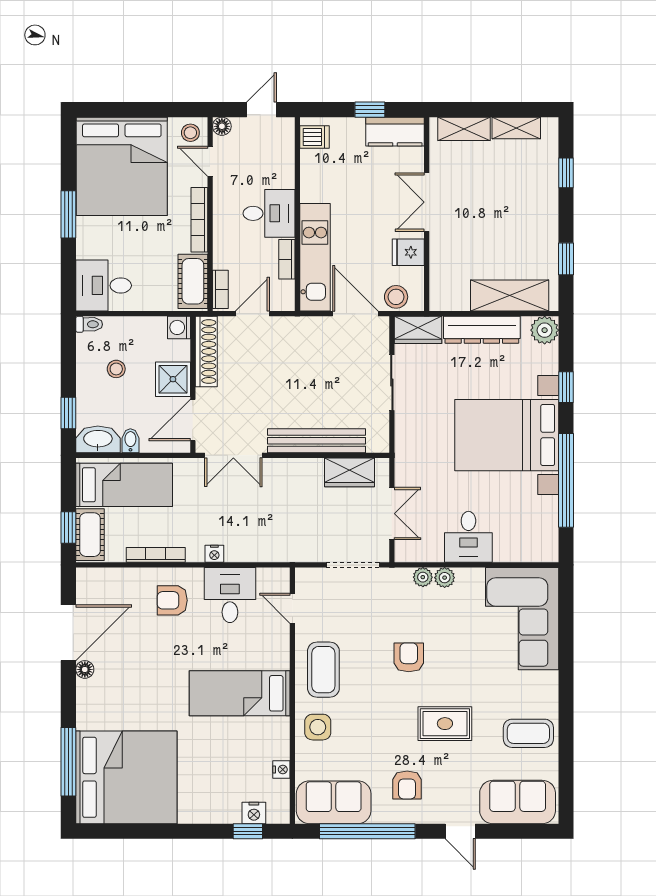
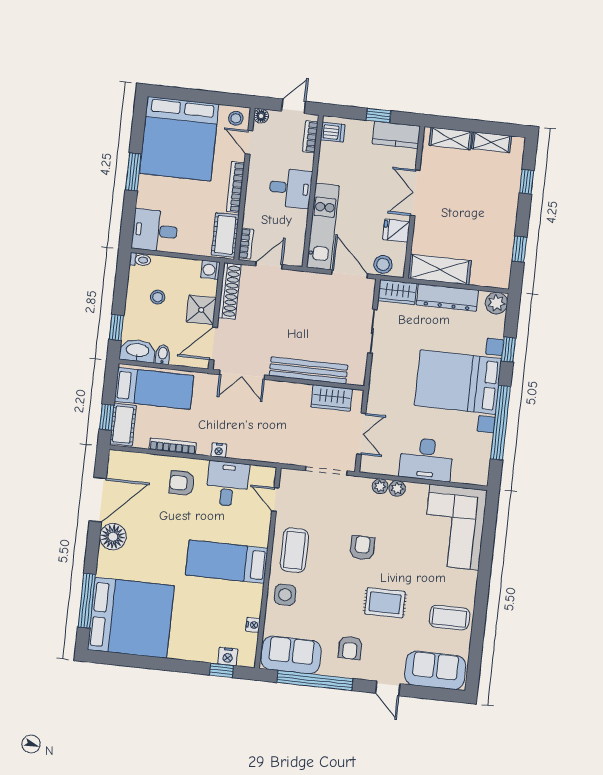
bookcase: (287, 259) -> (310, 137), moved
shelving: (510, 296) -> (440, 269), moved
desk: (468, 537) -> (426, 459), width x1.37
floor lamp: (85, 669) -> (113, 537), width x1.89, depth x1.89

